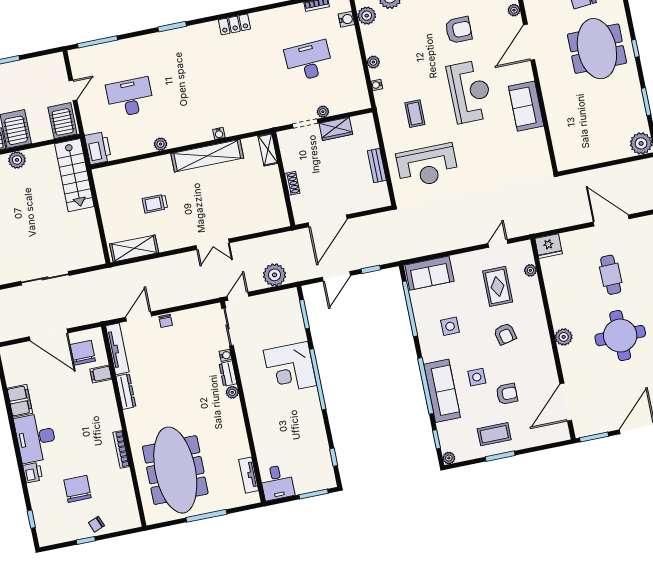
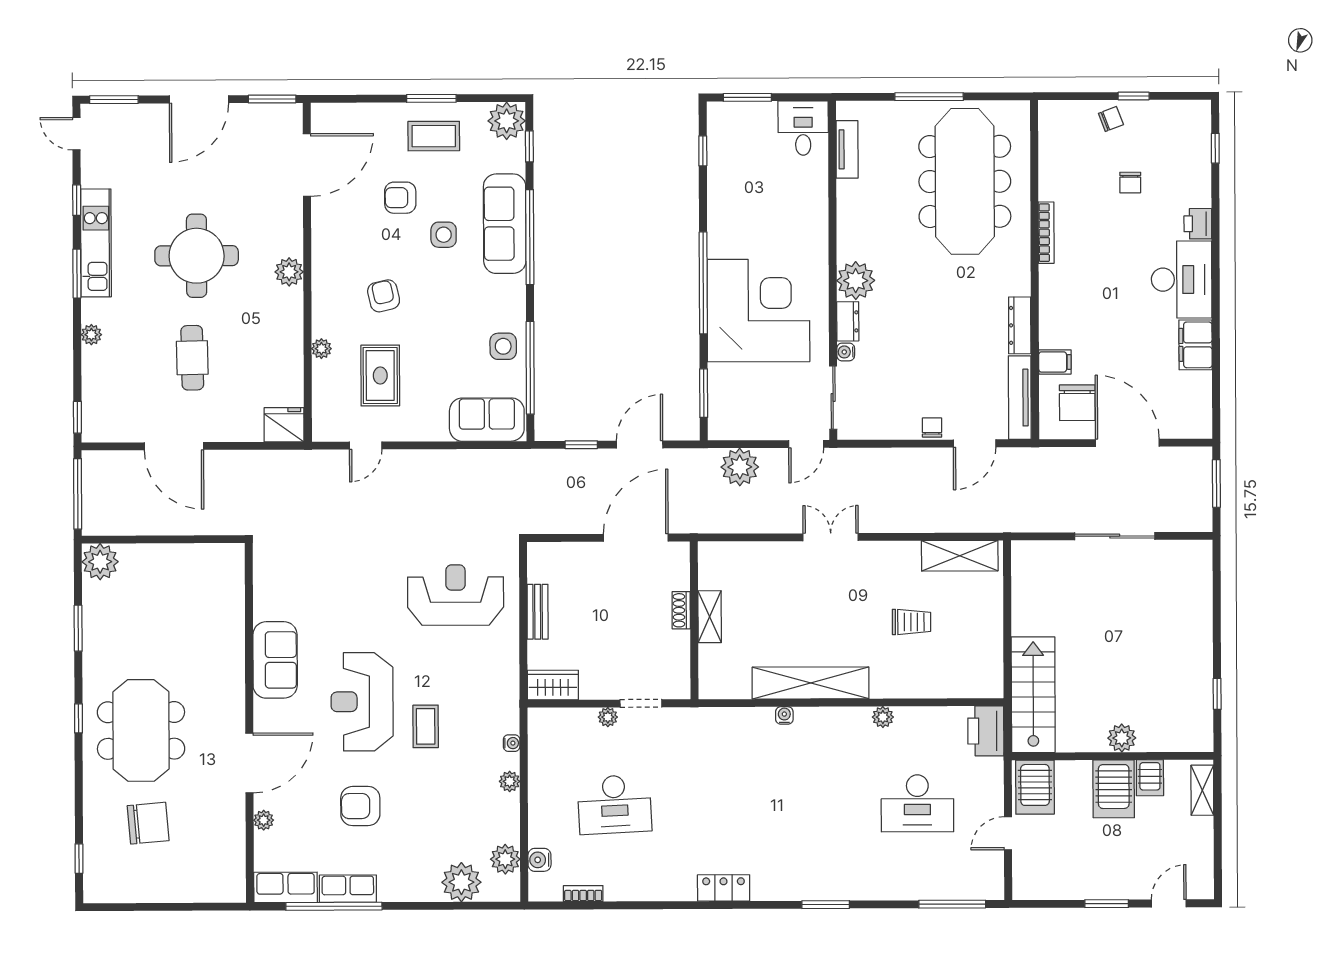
coffee table: (415, 114) -> (426, 726), moved
wardrobe: (336, 129) -> (553, 685), moved
shelving: (268, 150) -> (710, 617), moved
plant: (530, 270) -> (321, 349), moved
side table: (450, 326) -> (503, 346), moved
corner desk: (290, 368) -> (758, 310), width x1.36, depth x1.36
plant: (232, 392) -> (856, 281), width x1.87, depth x1.87
plant: (449, 458) -> (507, 121), width x1.88, depth x1.88
chair: (77, 489) -> (1130, 183), width x0.54, depth x0.54

